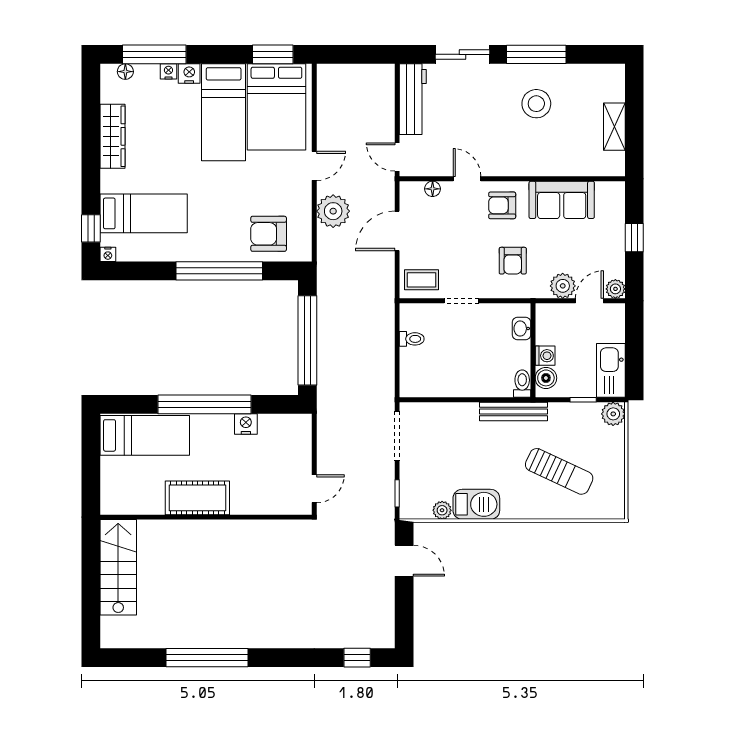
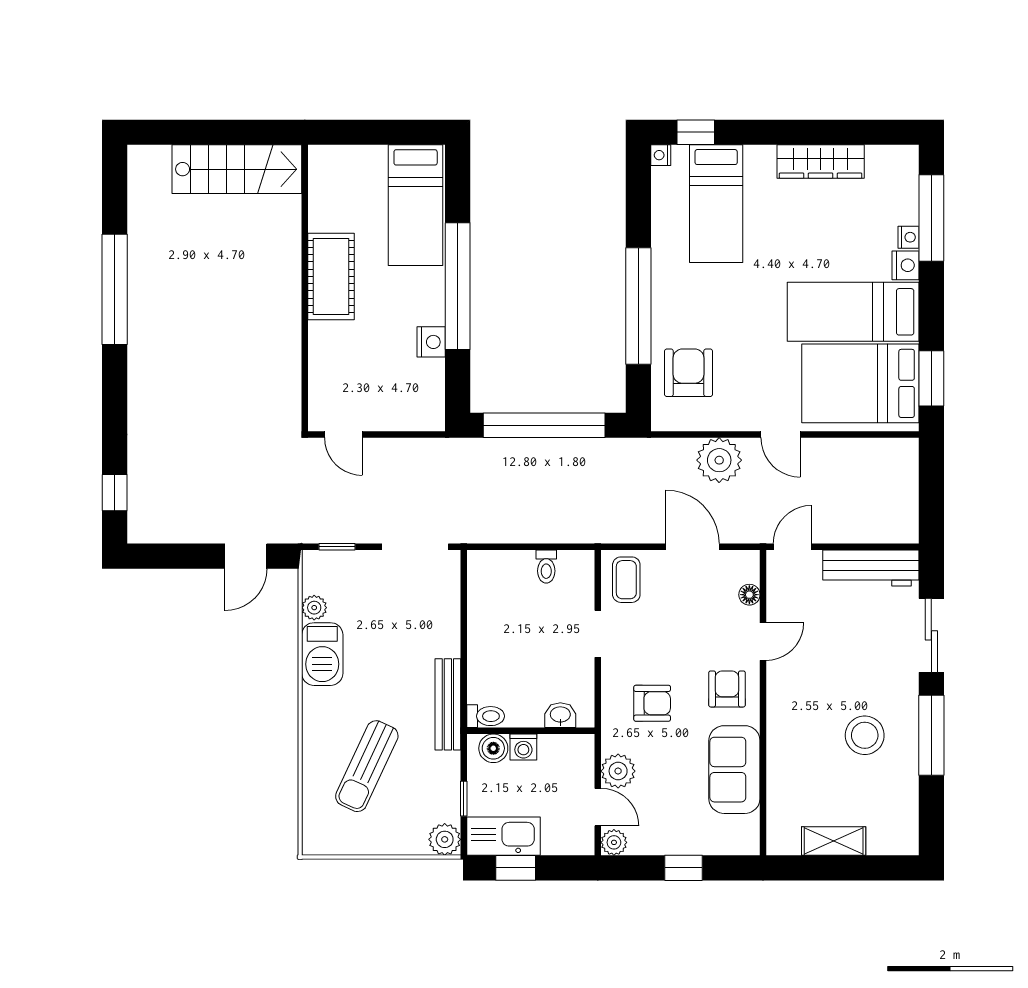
floor lamp: (125, 72) -> (908, 179), removed
armchair: (513, 261) -> (652, 703), turned 180
window: (634, 362) -> (516, 868), added

